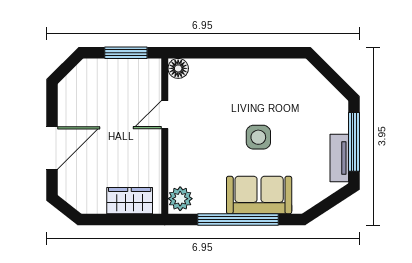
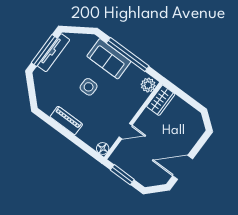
piano: (255, 70) -> (66, 121), added
door: (52, 148) -> (183, 167), moved
tv unit: (339, 158) -> (54, 53), width x1.41
wardrobe: (130, 201) -> (161, 100), moved, turned -90

